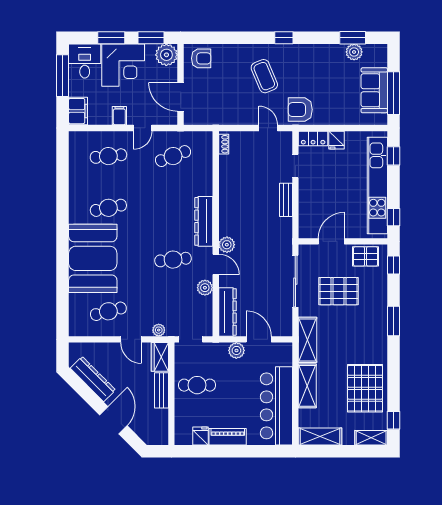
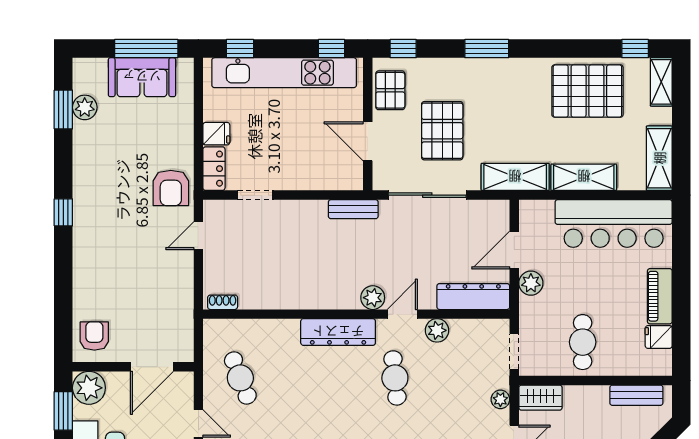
coffee table: (264, 76) -> (121, 242), removed
bench: (286, 200) -> (353, 209), moved
bench: (161, 390) -> (636, 395), moved

